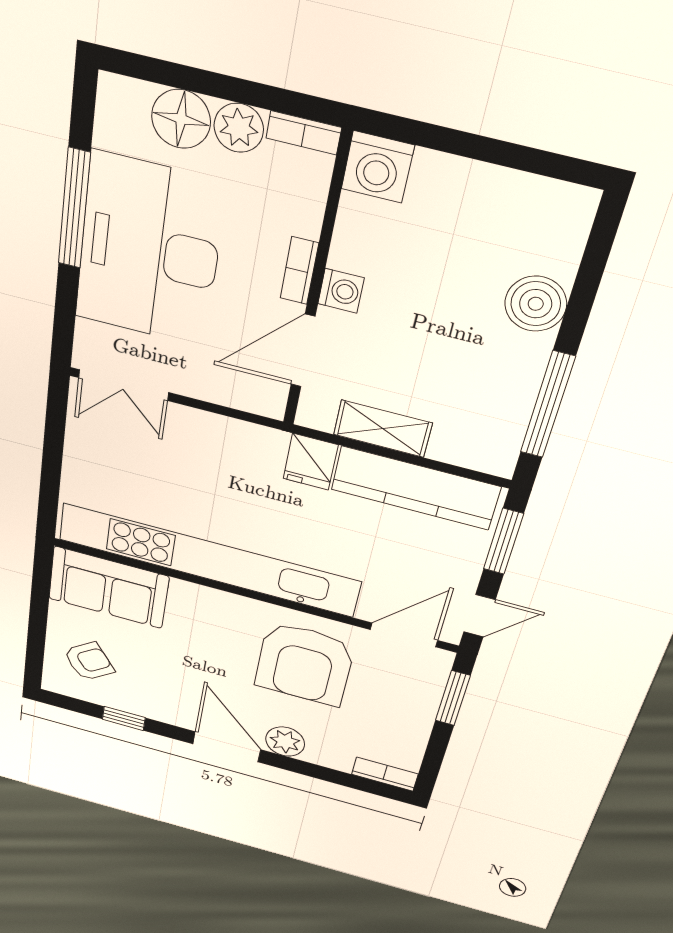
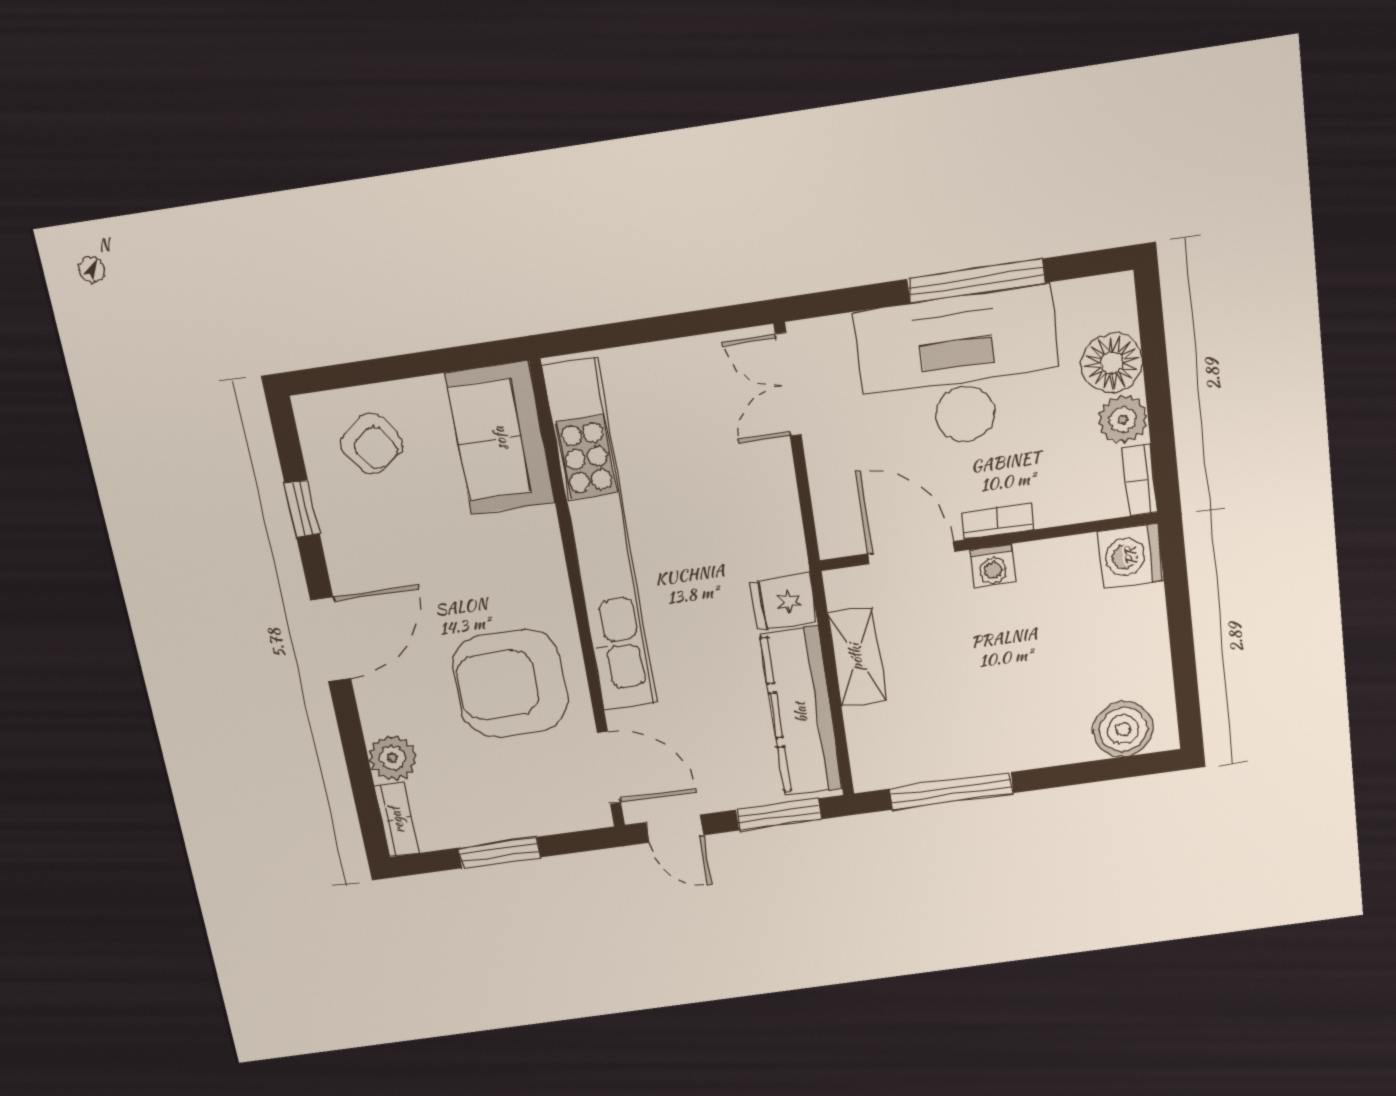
boiler: (536, 304) -> (1123, 729), moved
window: (453, 698) -> (499, 853), moved
plant: (285, 742) -> (392, 758), moved

